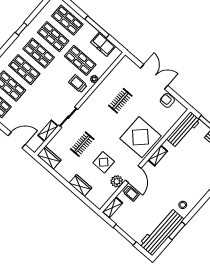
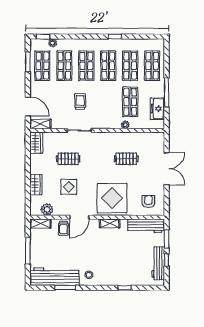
trolley: (78, 84) -> (80, 102), moved
armchair: (167, 100) -> (148, 202), moved
shelving: (48, 131) -> (40, 124), moved
plant: (117, 181) -> (47, 209), moved

